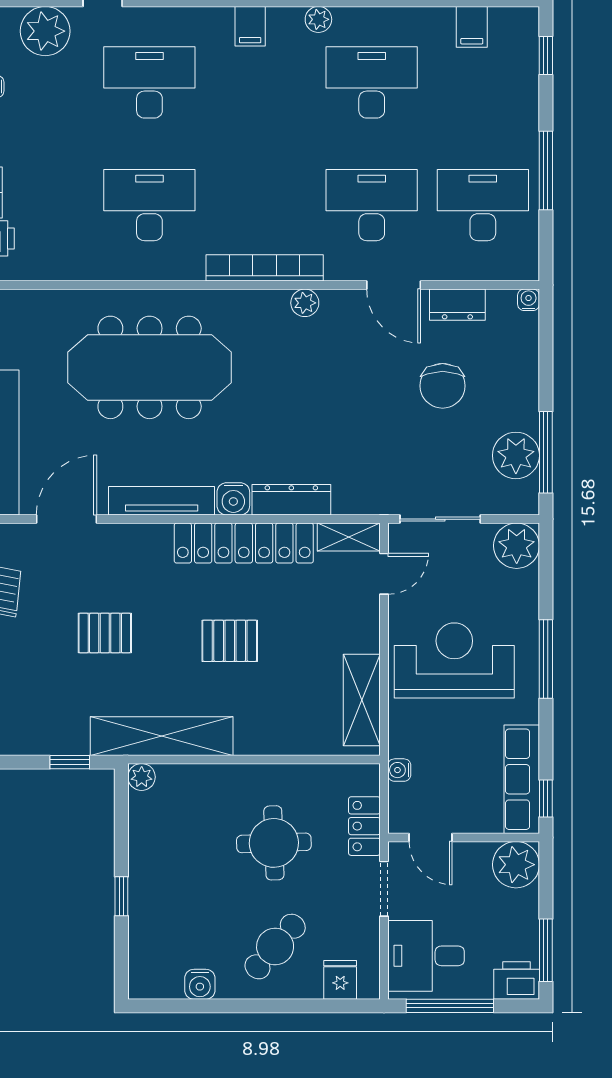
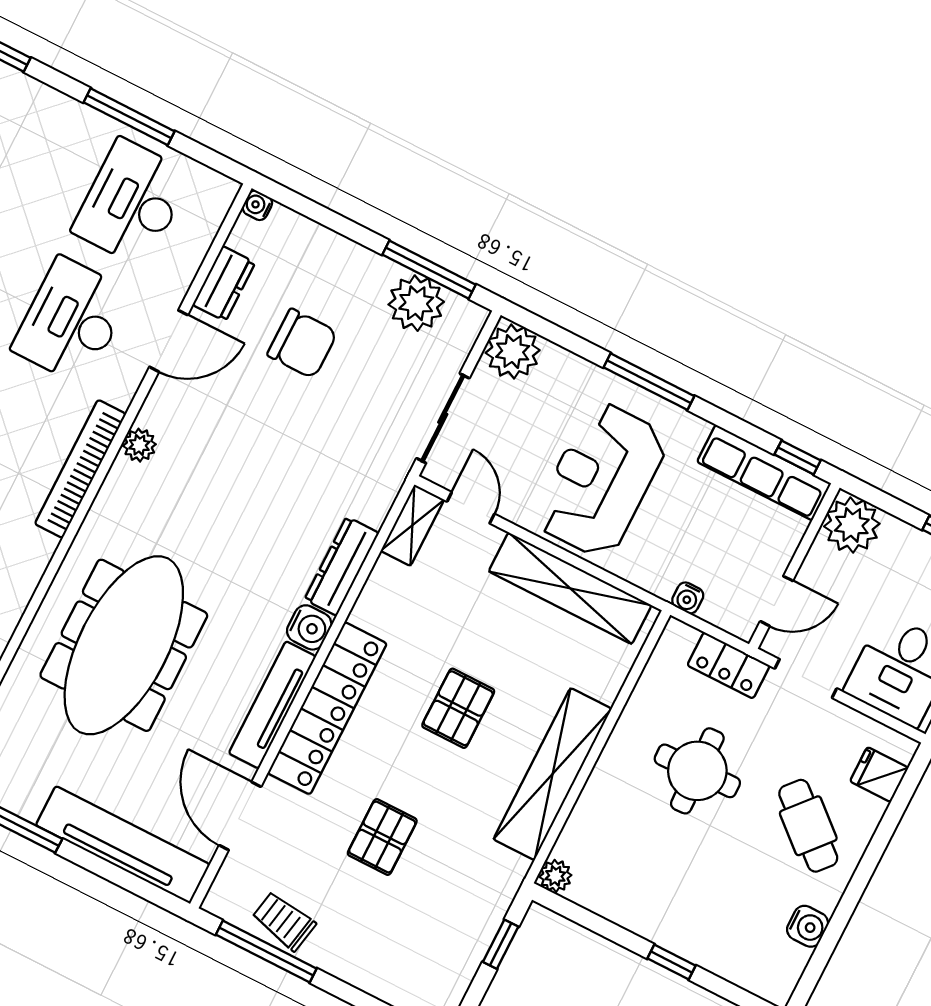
locker: (244, 543) -> (327, 708), moved
shelving: (362, 700) -> (570, 588), width x1.47
shelving: (162, 736) -> (553, 774), moved

